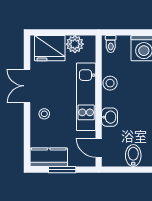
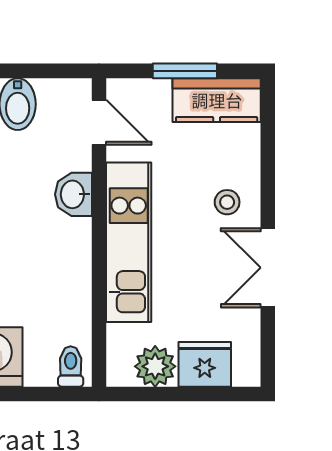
fridge: (50, 48) -> (205, 364), width x0.73, depth x0.75
stool: (110, 83) -> (72, 274), removed
double door: (27, 86) -> (268, 268), swing flipped

